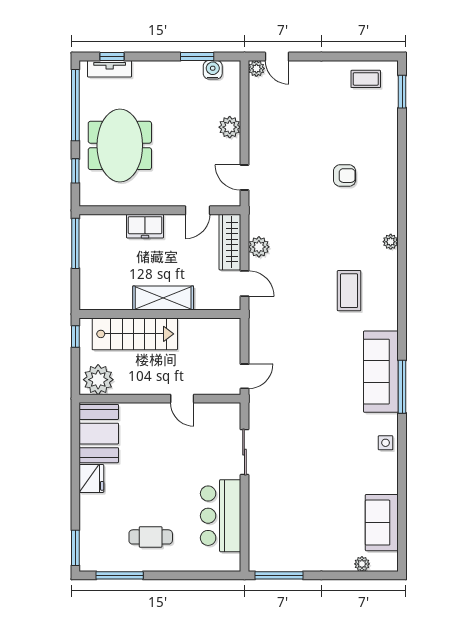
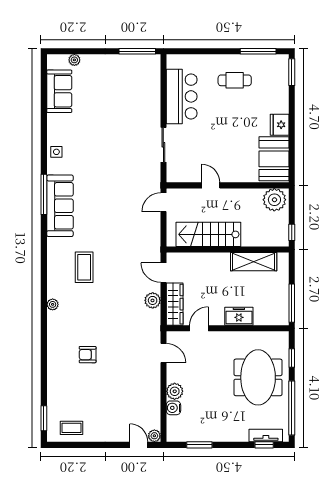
water cooler: (213, 70) -> (173, 408), moved, turned 90
shelving: (163, 298) -> (254, 262), moved
stairs: (135, 334) -> (208, 234), moved

